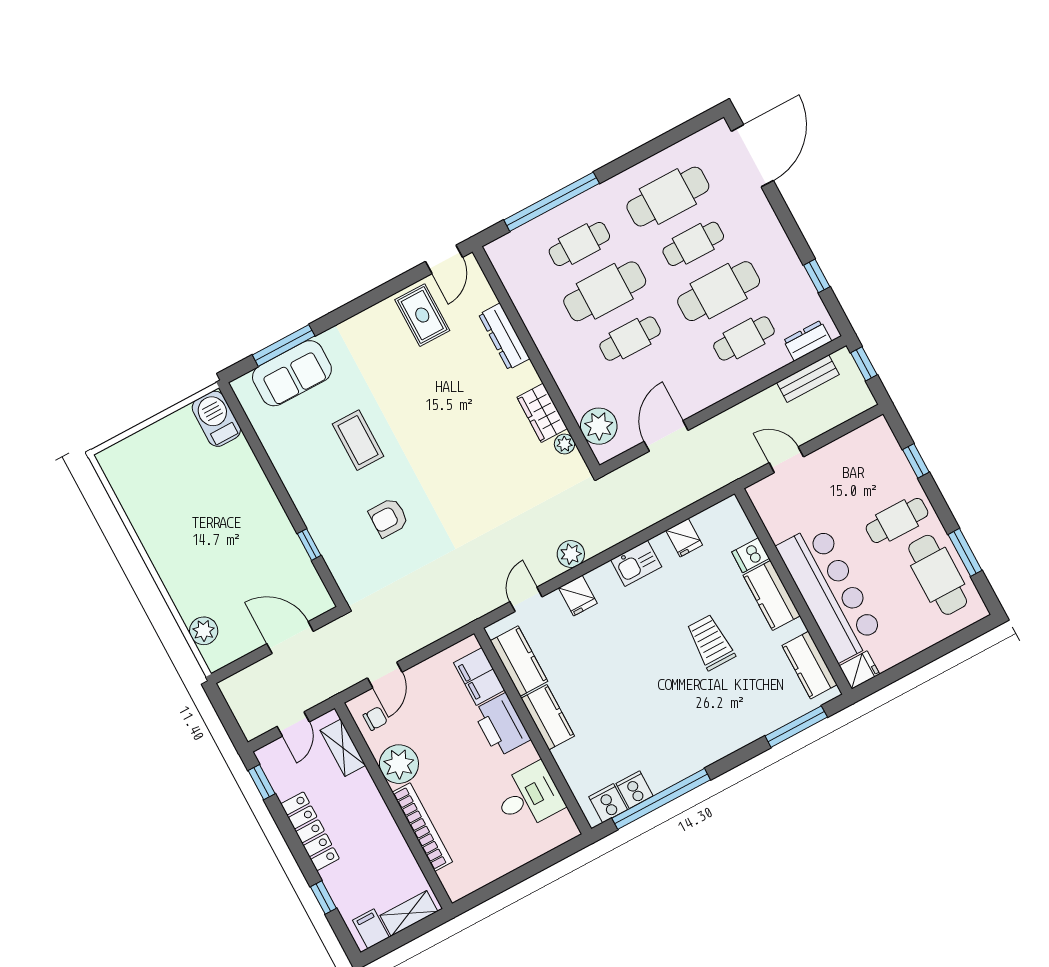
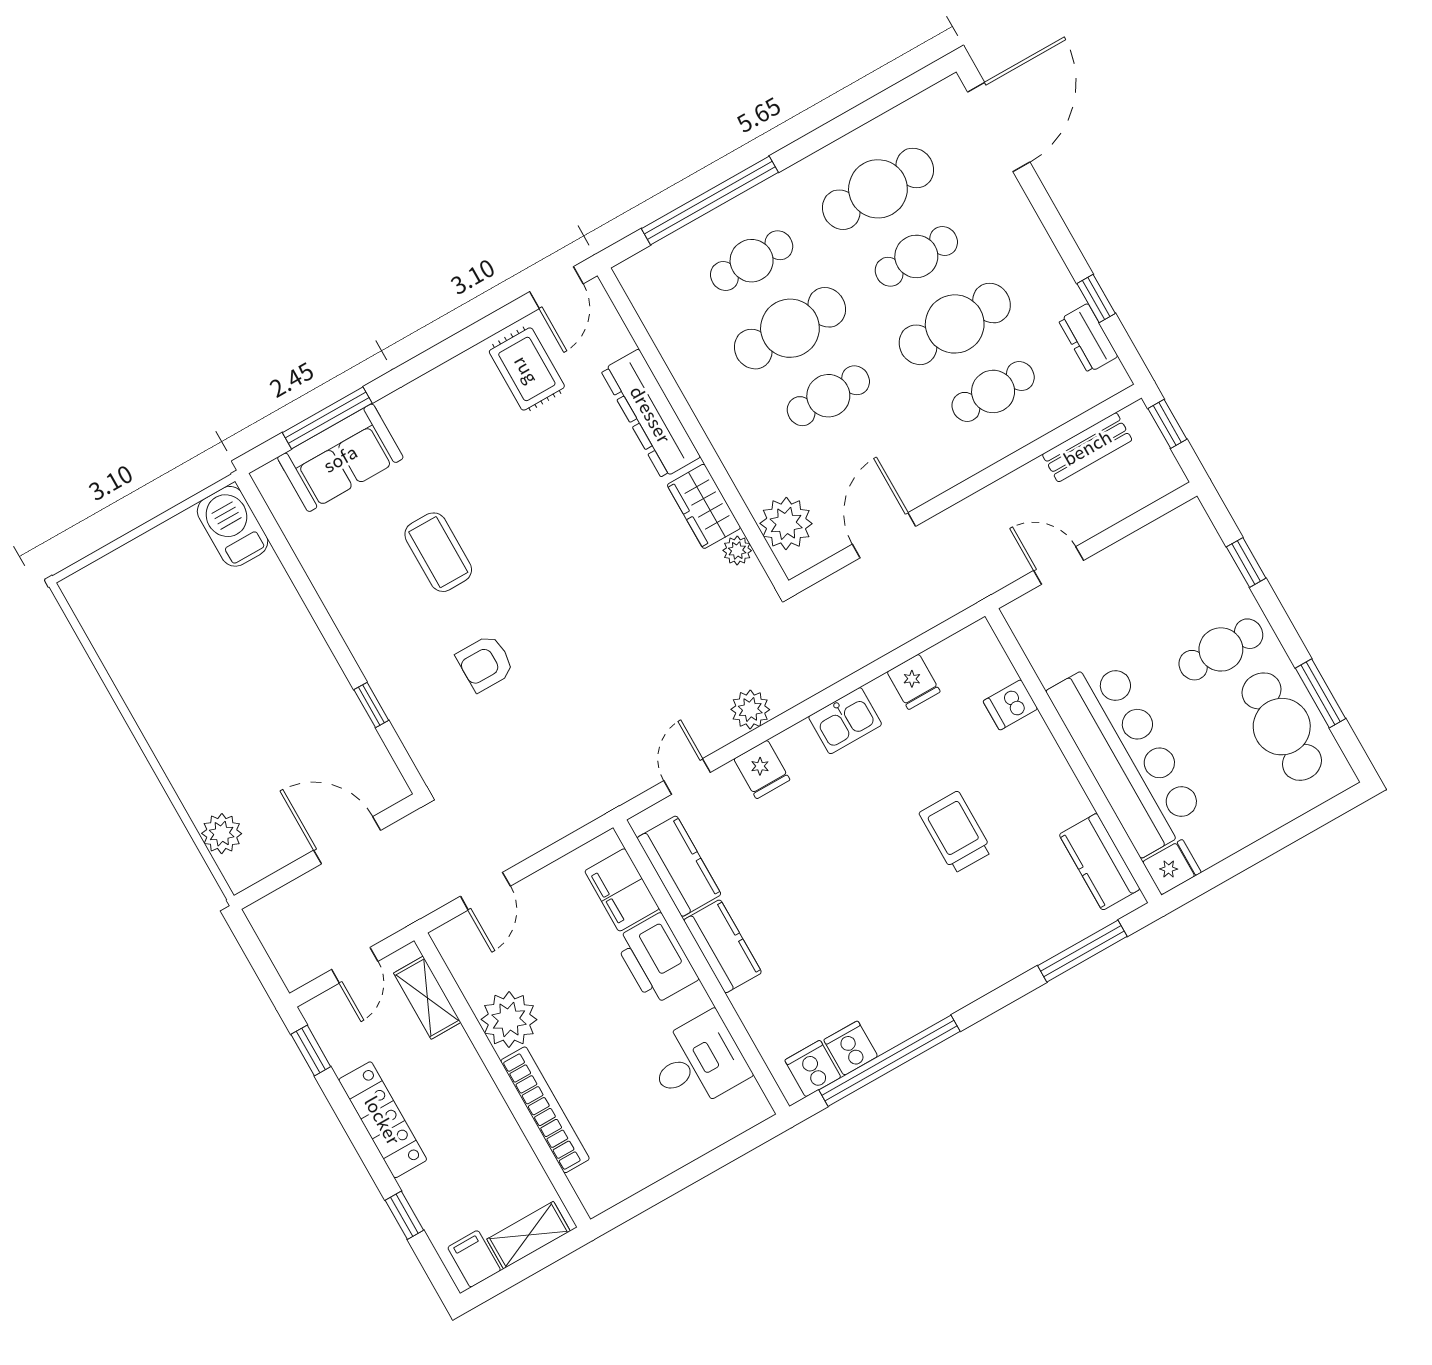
dresser: (504, 336) -> (651, 414), width x1.37, depth x1.24
dresser: (807, 341) -> (1088, 338), moved, turned -90
kitchen counter: (772, 595) -> (1042, 762), removed
chair: (375, 719) -> (473, 954), removed

